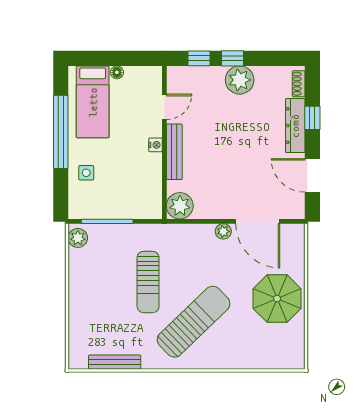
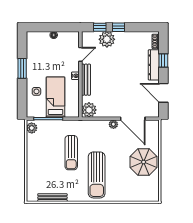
plant: (240, 80) -> (107, 39), moved
bed: (93, 102) -> (56, 97), moved, turned 180
window: (61, 132) -> (22, 68), width x0.47
sun lounger: (194, 322) -> (97, 175), turned 134

